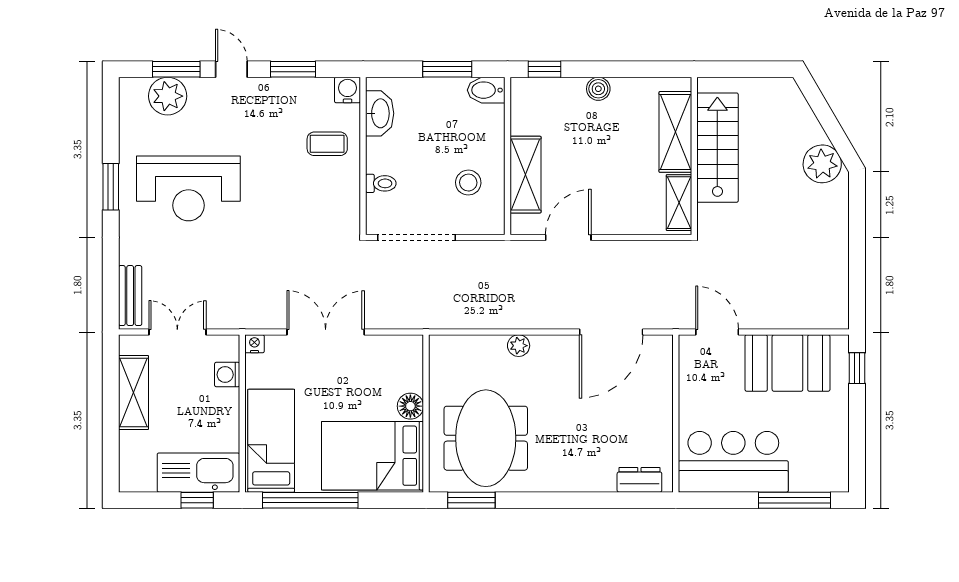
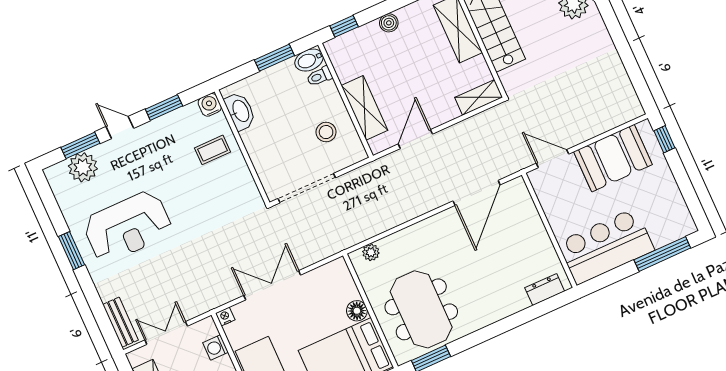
toilet: (381, 183) -> (319, 76), moved, turned 180
shelving: (679, 203) -> (479, 97), moved, turned 90
plant: (519, 346) -> (371, 252), moved

